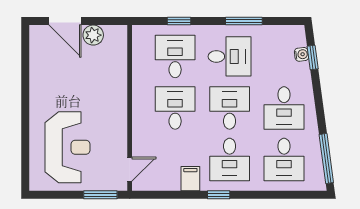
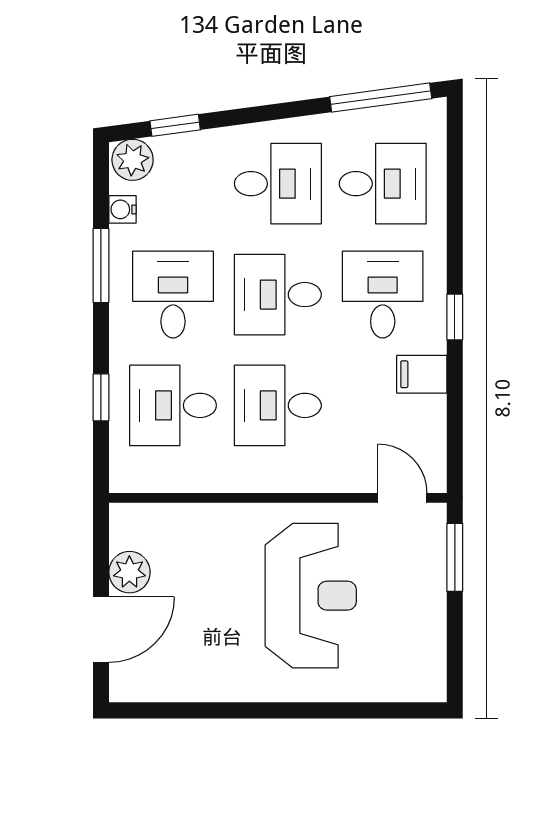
plant: (296, 37) -> (133, 160), added
water cooler: (302, 54) -> (122, 209), moved, turned -82
reception desk: (68, 147) -> (311, 596), moved, turned 90
desk: (230, 159) -> (383, 295), turned -90

